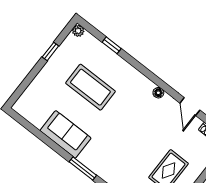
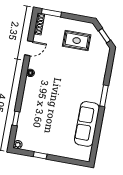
coffee table: (90, 87) -> (50, 118), removed
sofa: (65, 134) -> (87, 124), width x1.36

